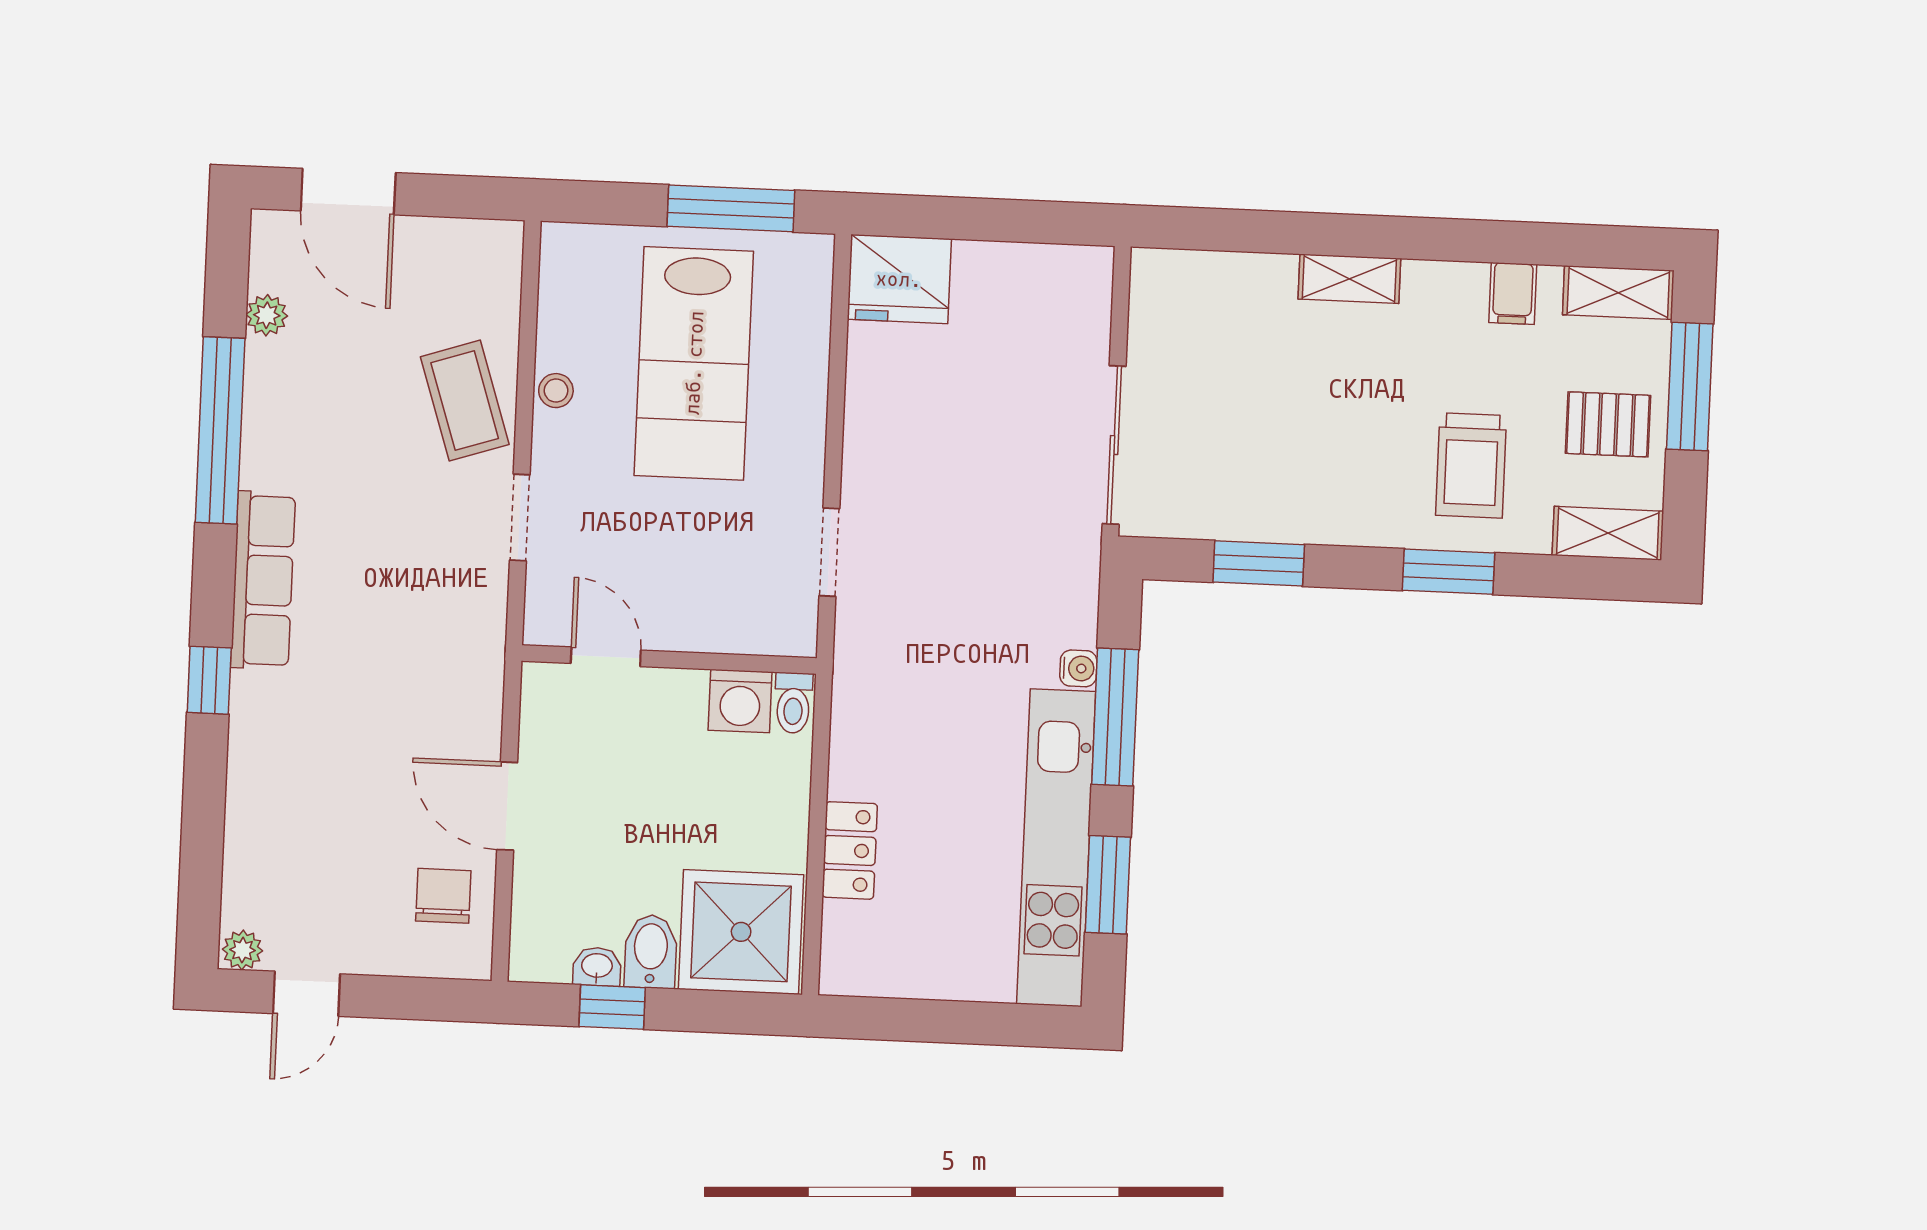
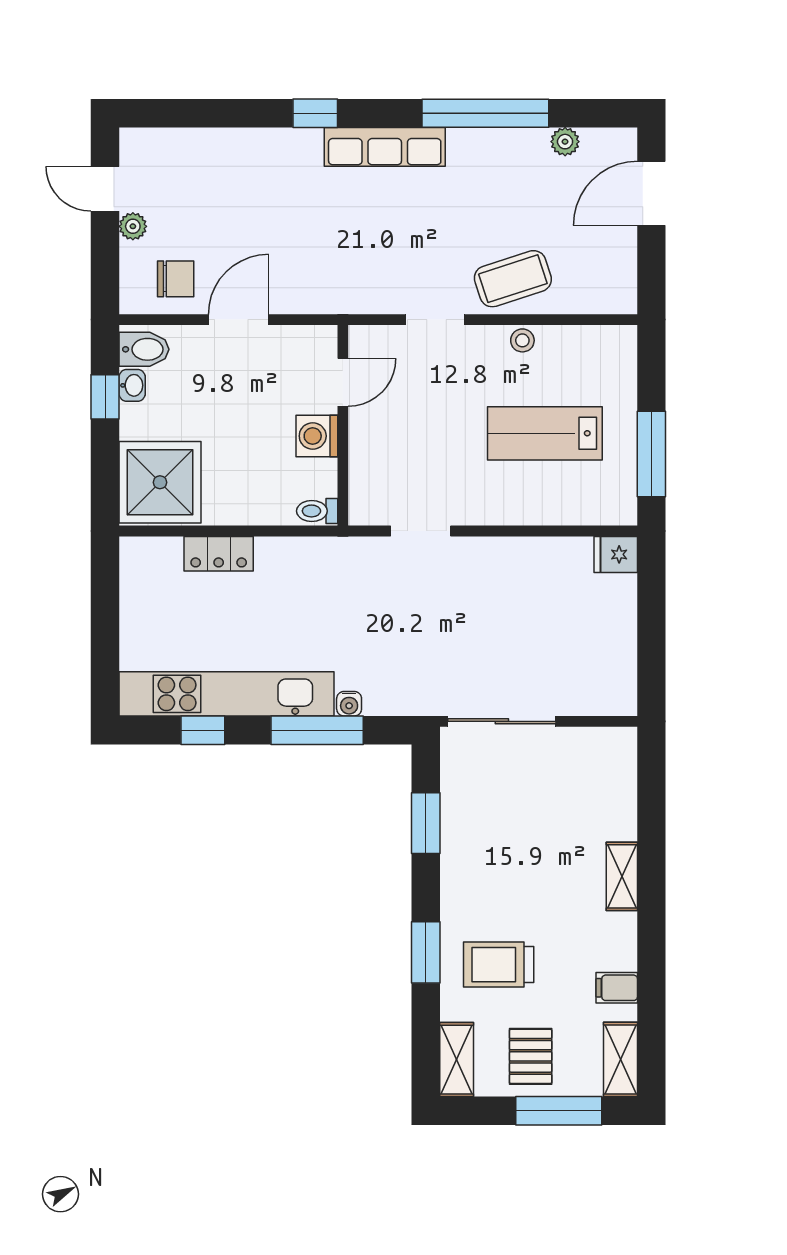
fridge: (899, 279) -> (616, 554), width x0.53, depth x0.75
lab bench: (694, 363) -> (545, 433), width x0.73, depth x0.72
washing machine: (740, 701) -> (317, 436), moved
window: (1108, 885) -> (203, 730), width x0.67
plant: (242, 950) -> (133, 226), moved
bidet: (651, 951) -> (144, 349), moved

